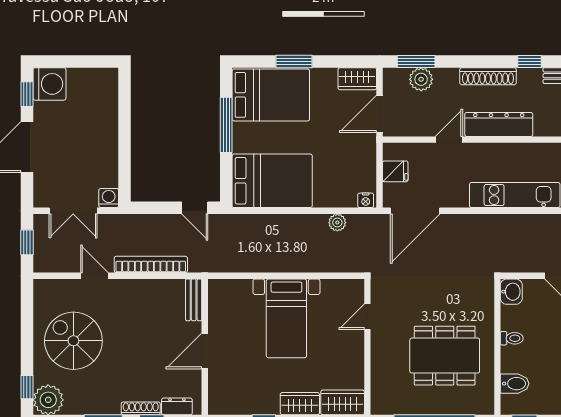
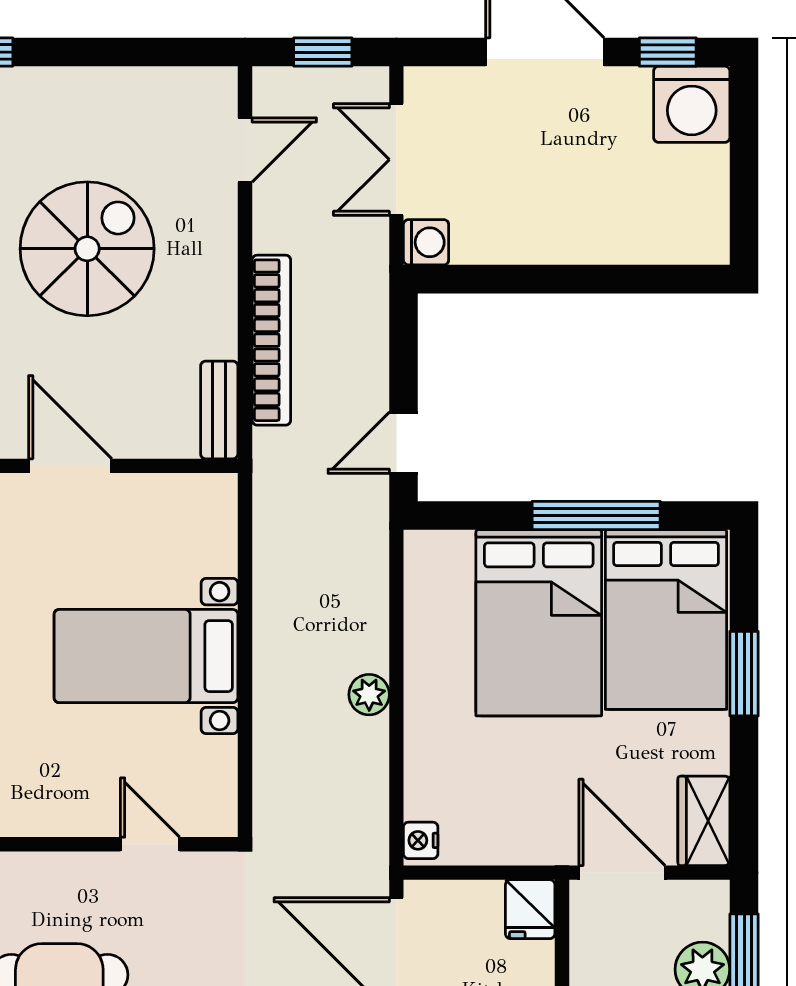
fridge: (395, 171) -> (530, 909), moved
bed: (272, 181) -> (539, 623), moved
plant: (337, 223) -> (369, 695), moved
door: (94, 276) -> (245, 150), moved
bench: (194, 300) -> (219, 410), moved, turned 90
spiral stairs: (73, 341) -> (87, 249), moved

